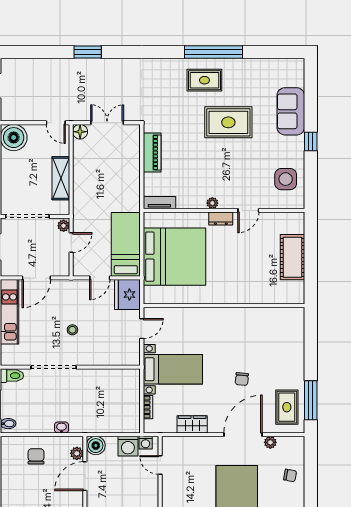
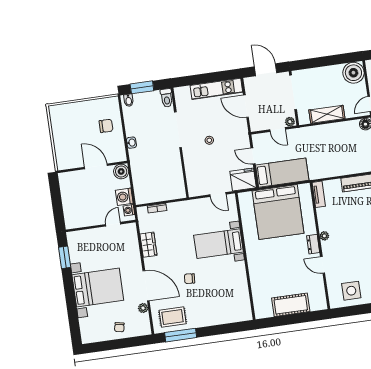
bed with nightstands: (173, 369) -> (219, 244), moved, turned 90
plant: (77, 453) -> (113, 157), removed

